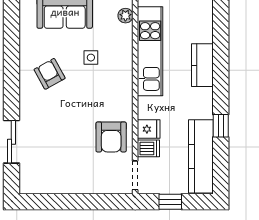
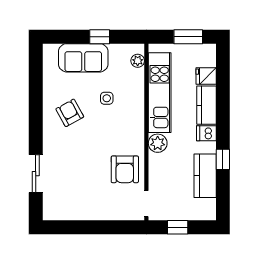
plant: (148, 108) -> (158, 143), added
fridge: (149, 129) -> (206, 76), moved, turned 180
dishwasher: (148, 148) -> (206, 133), moved, turned 180
kitchen counter: (201, 156) -> (205, 176), width x0.67

